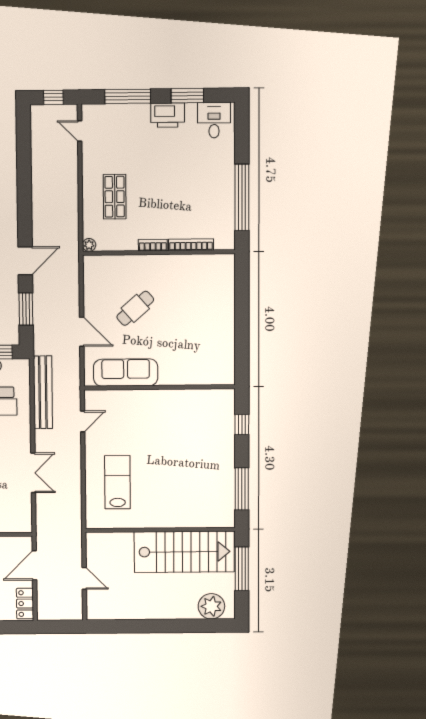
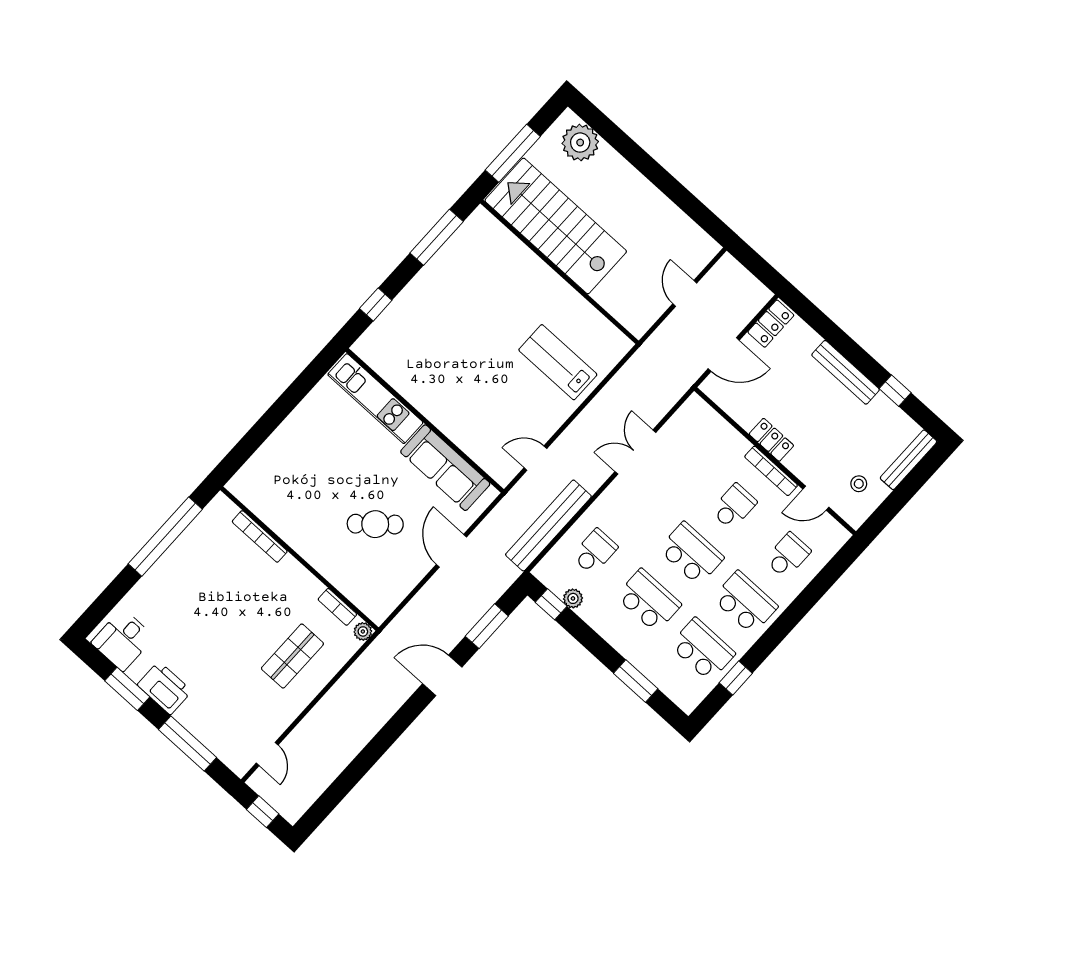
bookcase: (153, 245) -> (337, 607), moved
kitchen unit: (196, 375) -> (375, 399), added
lab bench: (117, 482) -> (558, 362), turned 90

